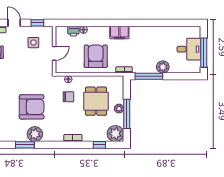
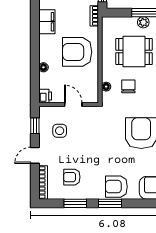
printer: (73, 31) -> (45, 96), moved

